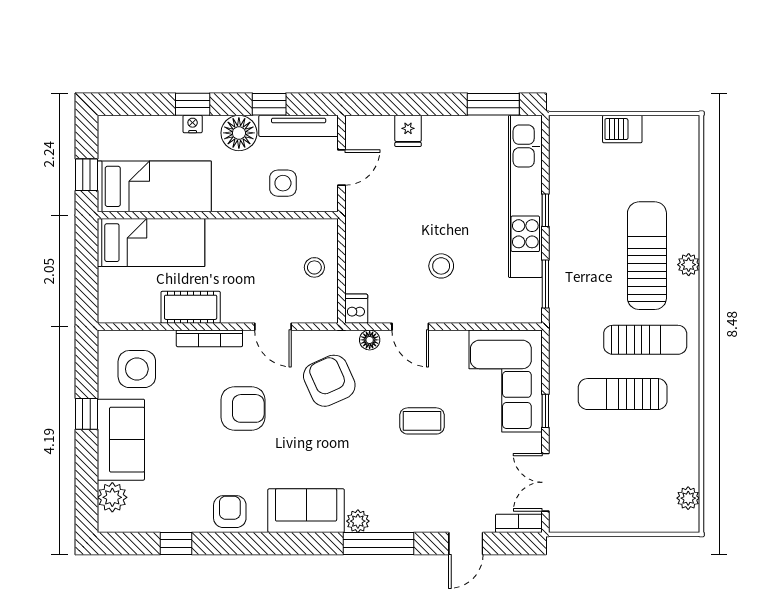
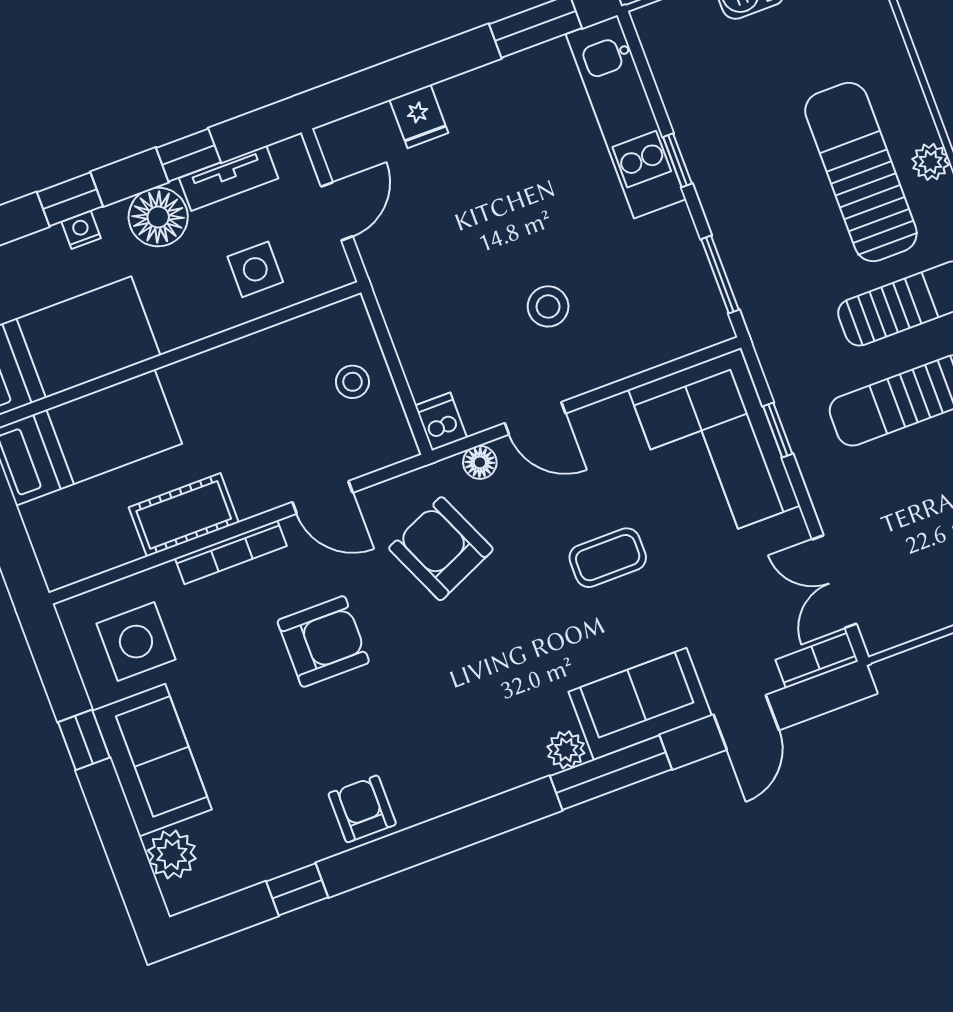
tv unit: (299, 126) -> (229, 178), width x0.71
kitchen unit: (525, 196) -> (626, 117), width x0.73
window: (545, 411) -> (778, 430), moved
sofa: (306, 511) -> (640, 704), moved

